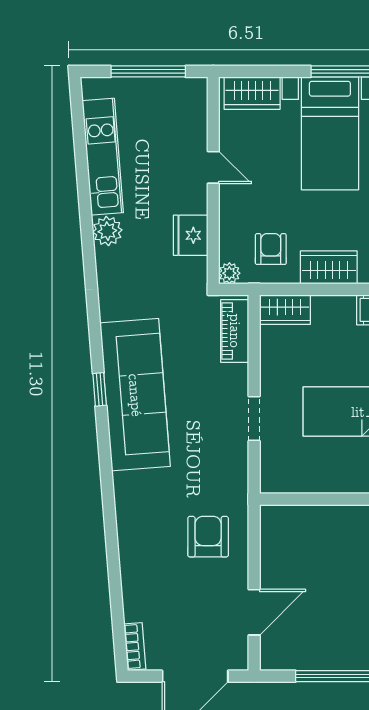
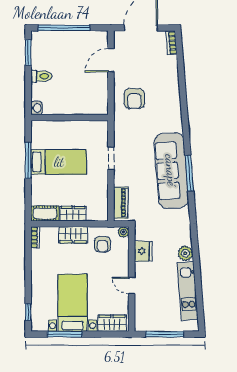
wardrobe: (285, 310) -> (73, 214), moved
window: (100, 389) -> (189, 173), width x2.17

